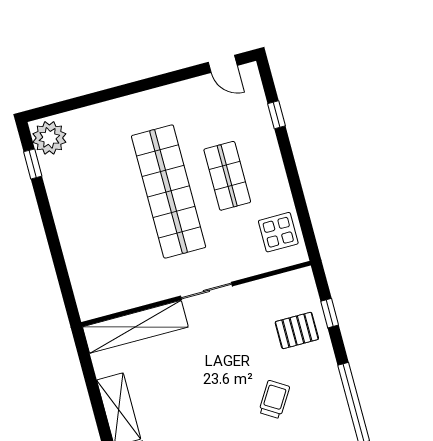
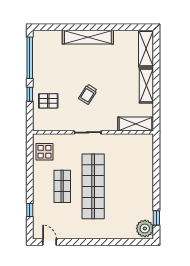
window: (330, 313) -> (30, 94), moved
shelving: (135, 327) -> (136, 124), width x0.68
trolley: (274, 399) -> (88, 94), moved

